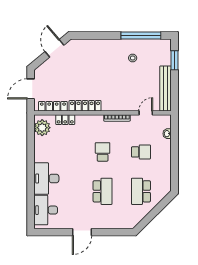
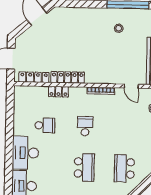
door: (146, 113) -> (131, 86), swing flipped
locker: (65, 120) -> (58, 92), moved
plant: (42, 128) -> (22, 99), removed
school desk: (141, 152) -> (45, 125), moved

